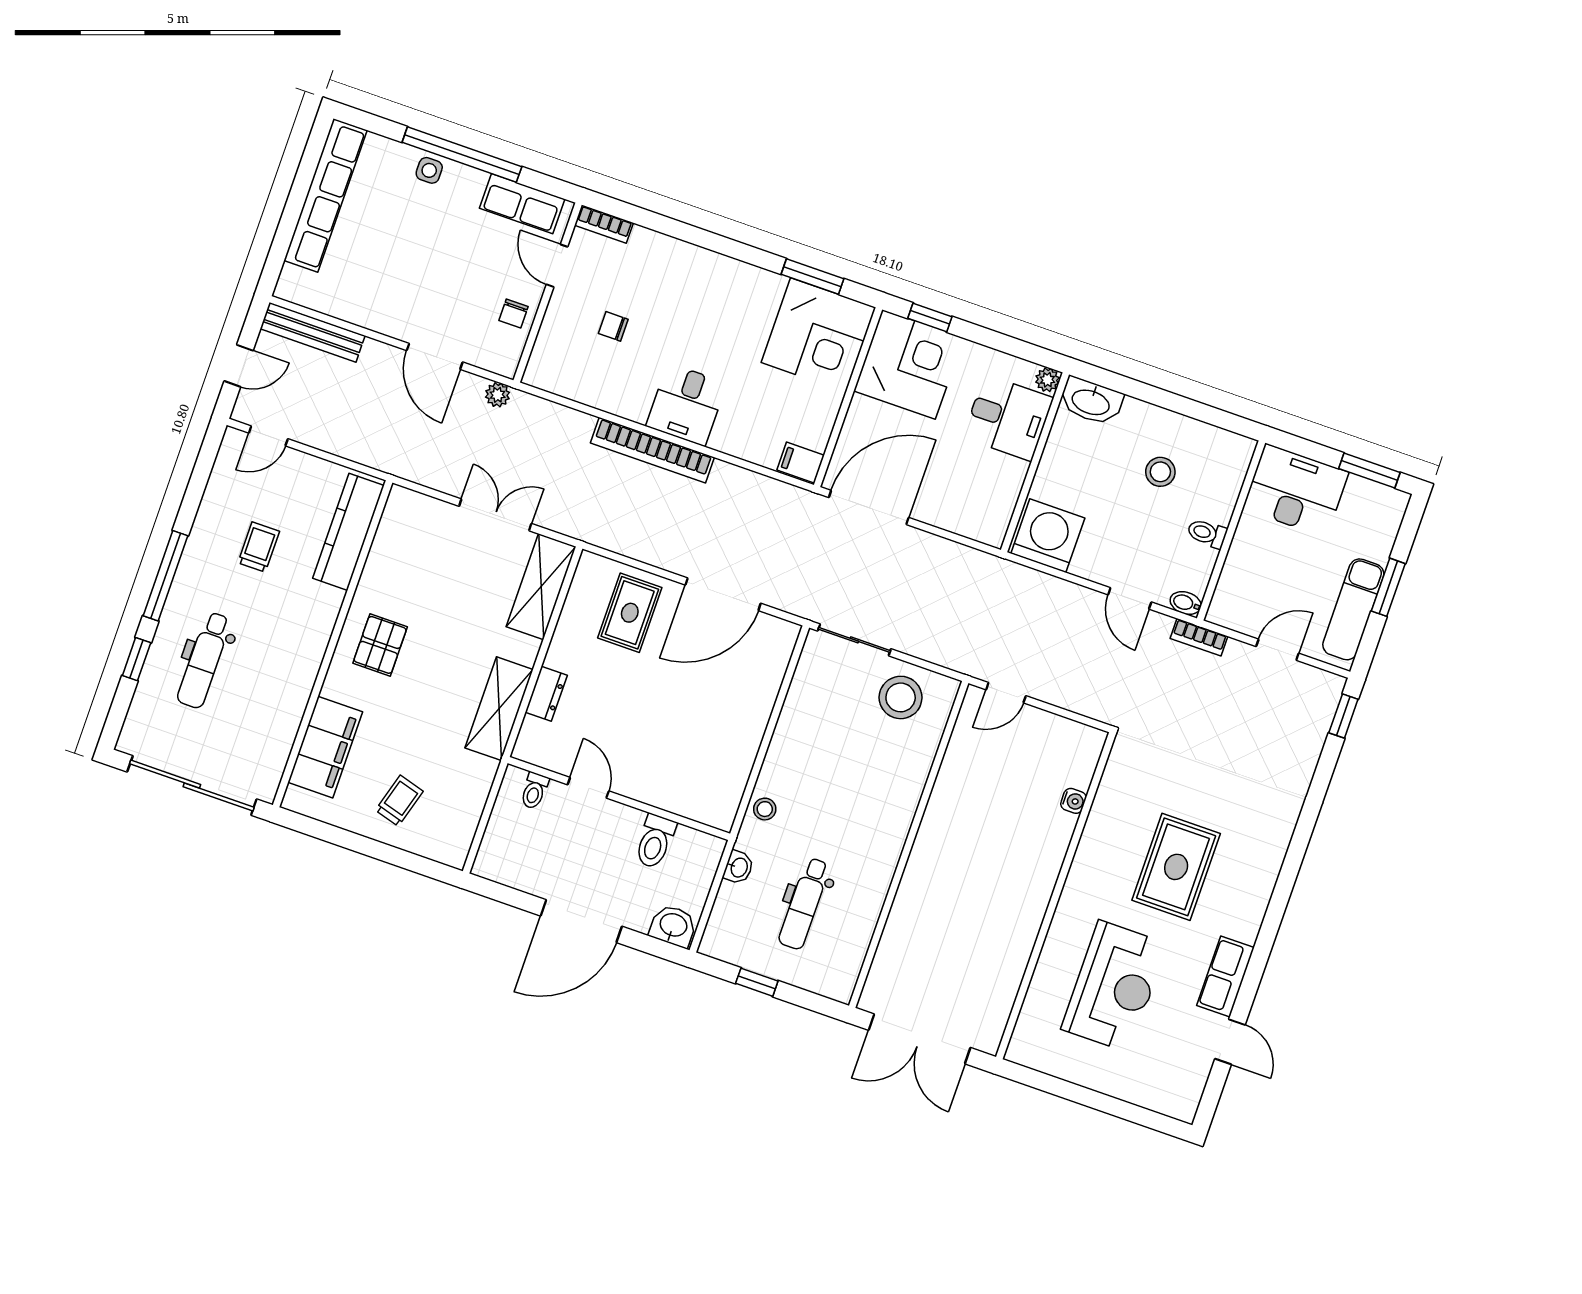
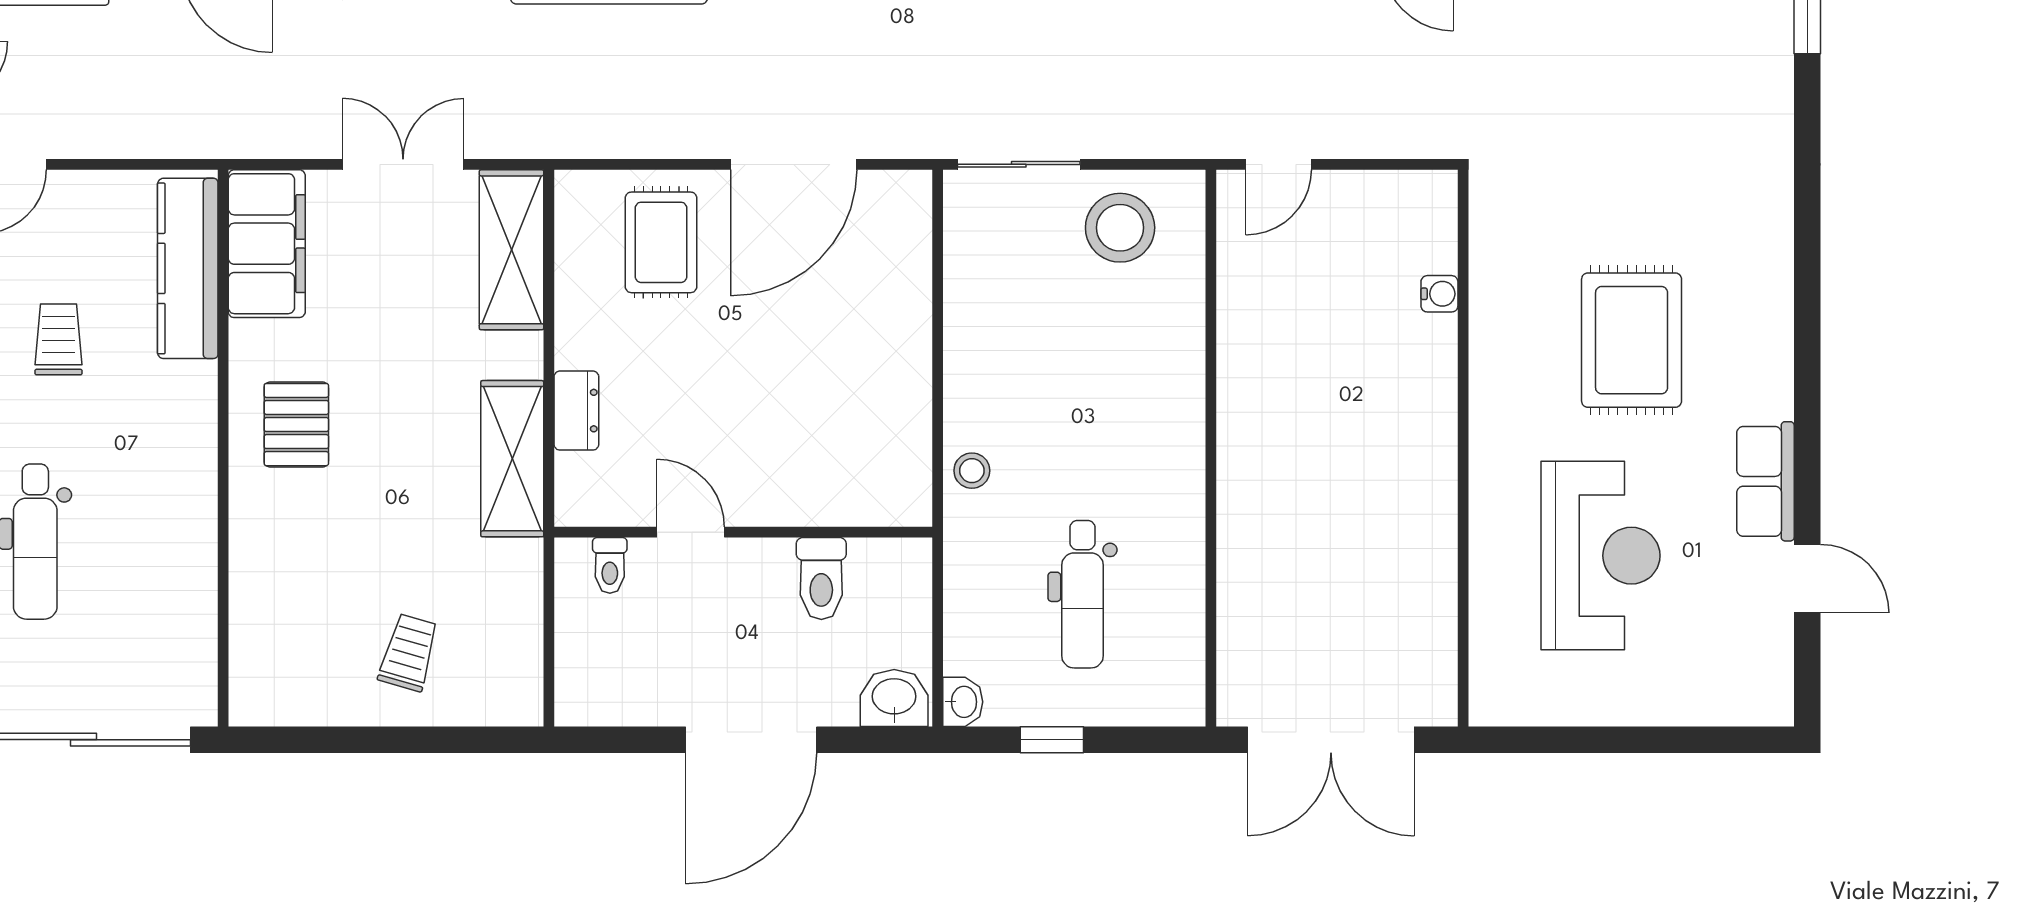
filing cabinet: (325, 747) -> (267, 244), moved
washbasin: (739, 867) -> (963, 702), moved

